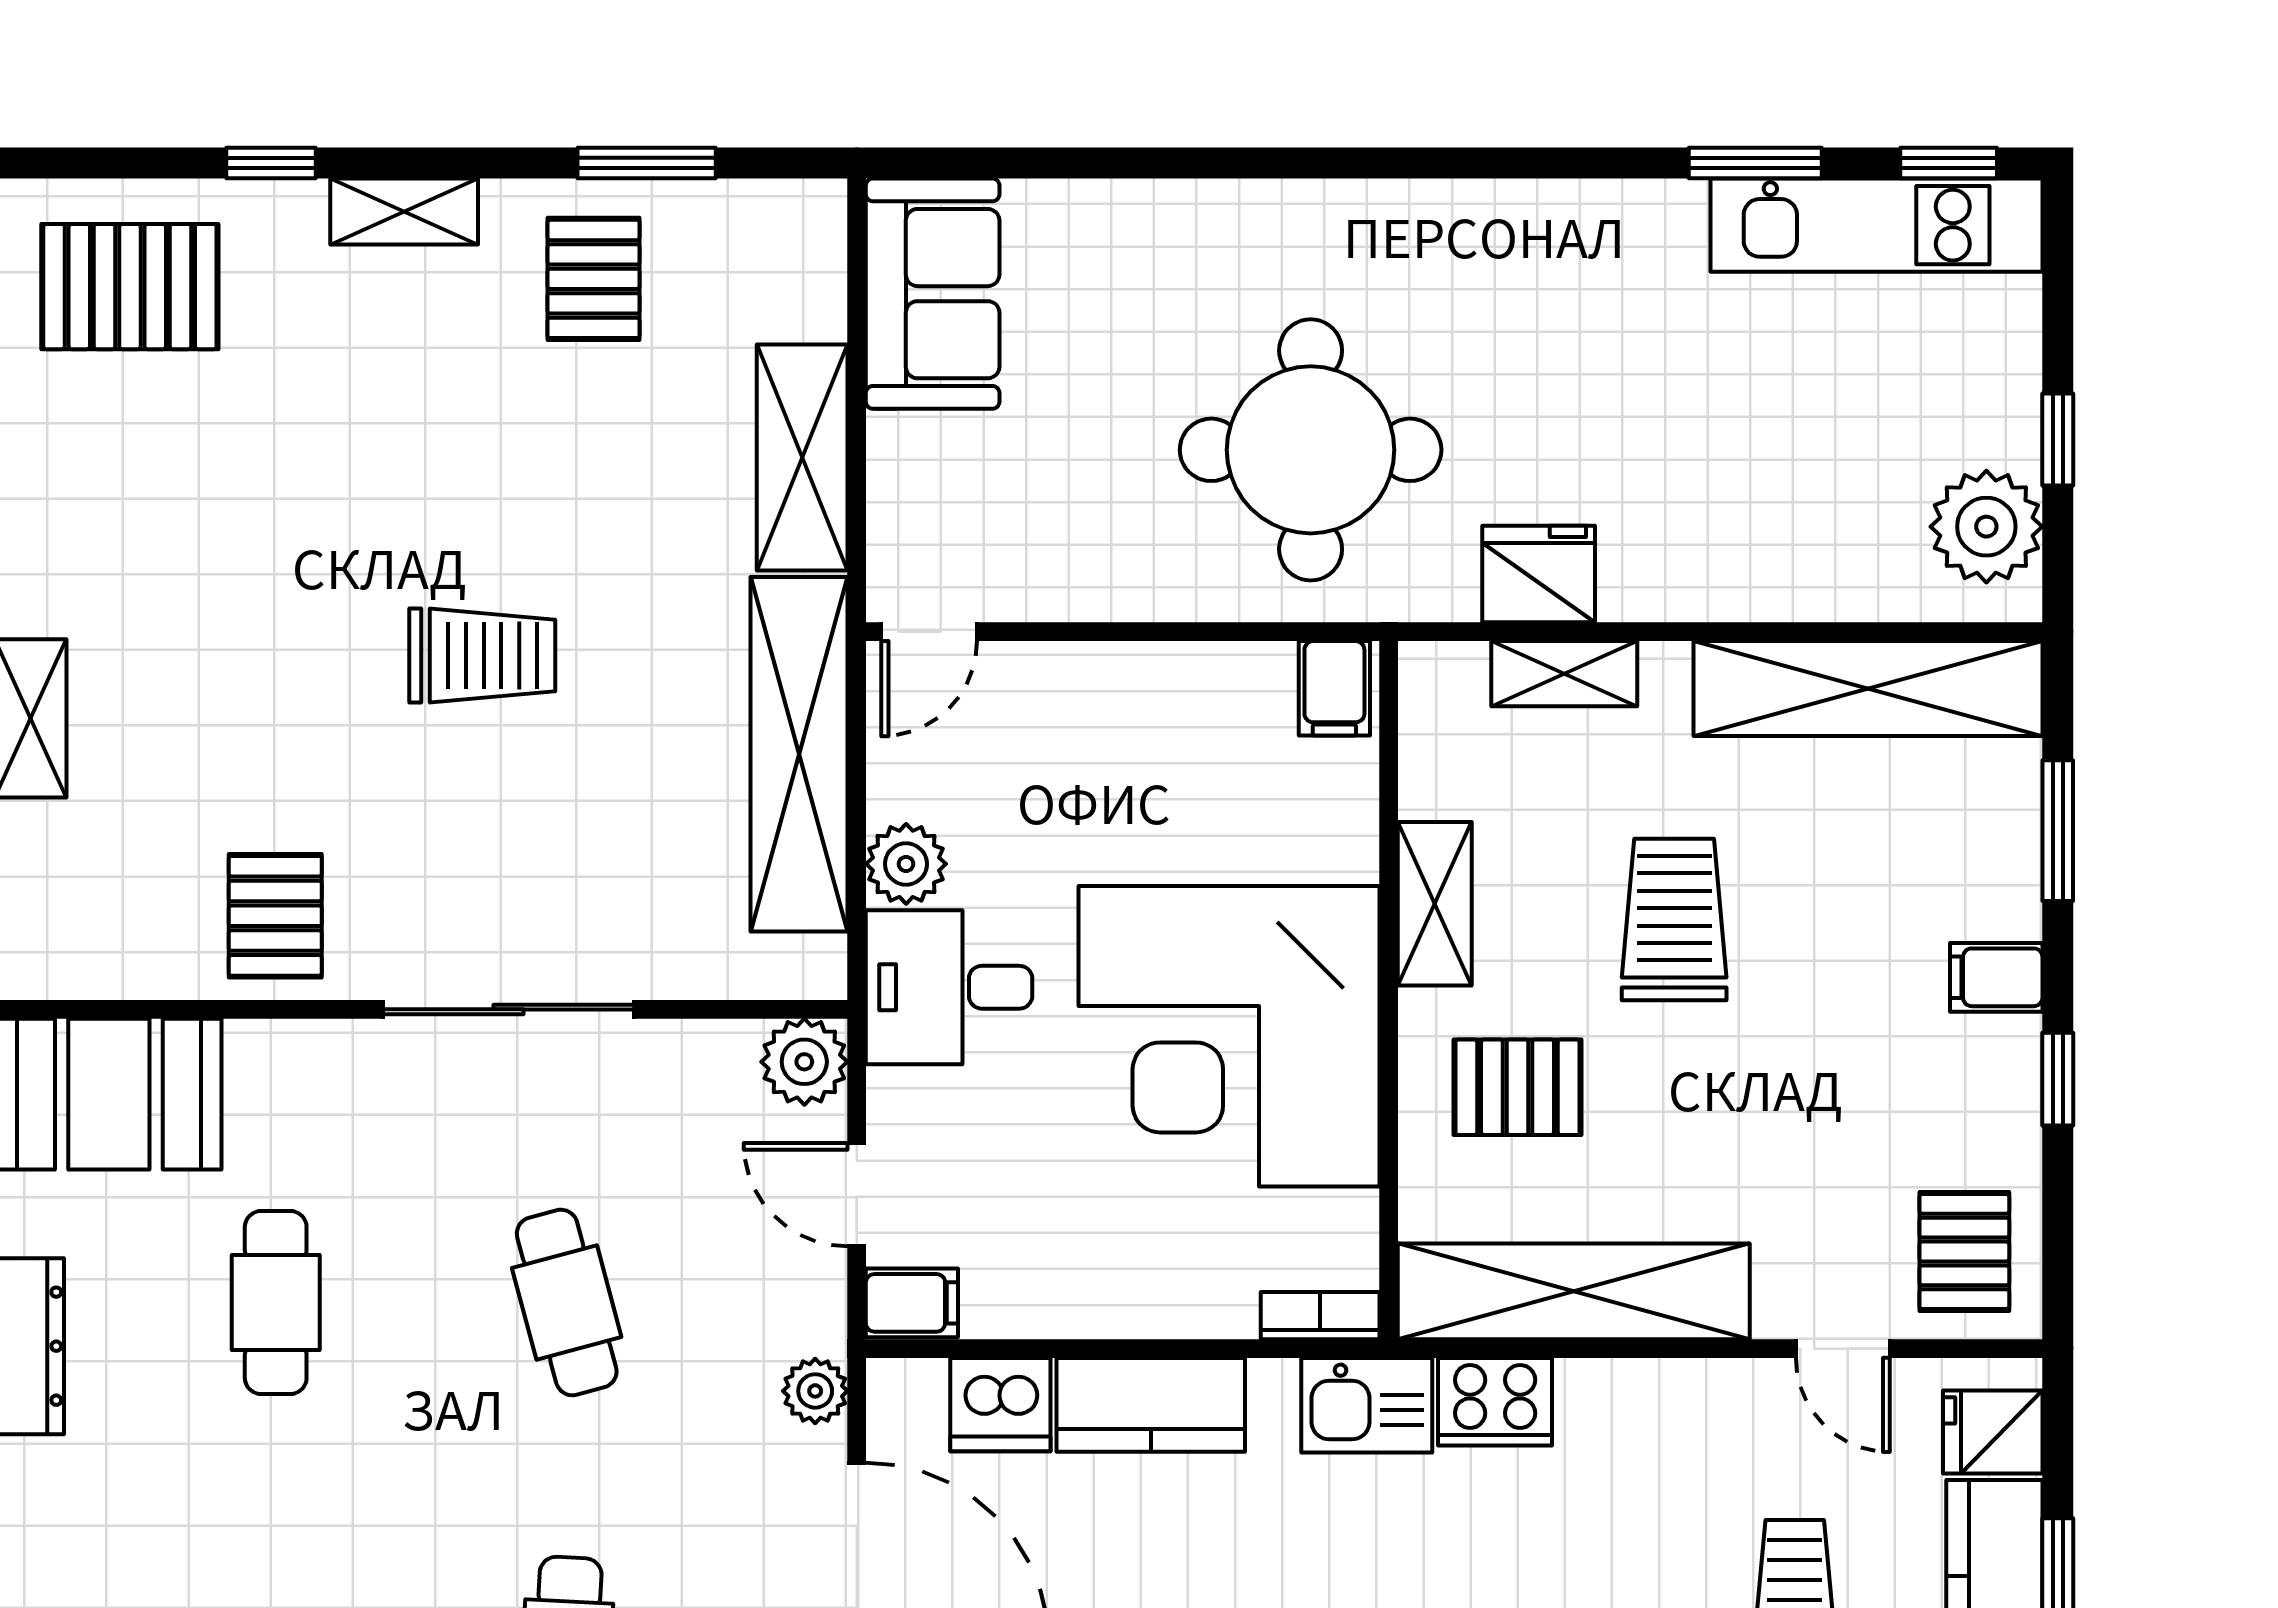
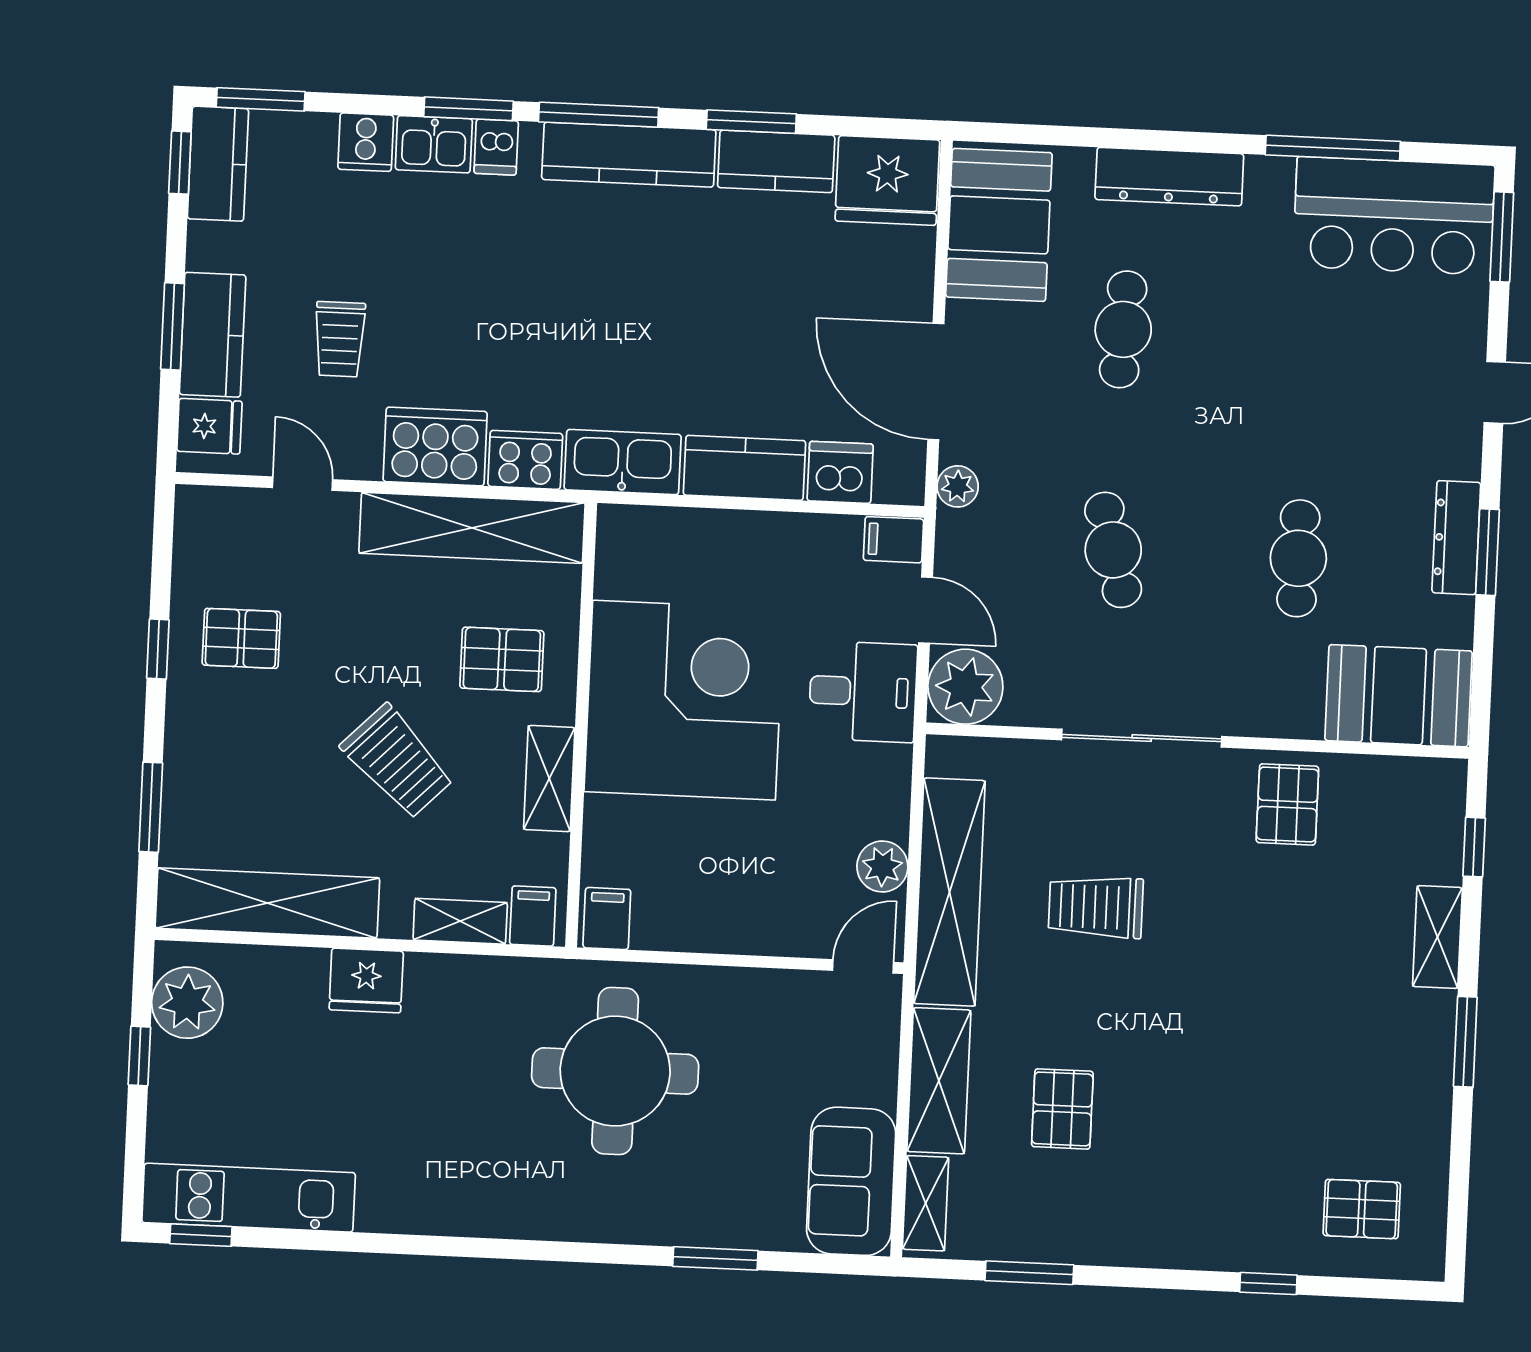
window: (1755, 163) -> (715, 1258), moved
shelving: (404, 212) -> (926, 1203), moved, turned 90
pallet: (594, 279) -> (1062, 1109), moved
pallet: (130, 287) -> (1362, 1209), width x0.67, depth x0.71
fridge: (1539, 574) -> (366, 981), moved
trolley: (482, 655) -> (1096, 907), moved
plant: (906, 864) -> (882, 867), moved
trolley: (1674, 919) -> (397, 762), turned -45
filing cabinet: (1996, 977) -> (533, 916), moved, turned -90
desk: (949, 987) -> (863, 692), moved
plant: (804, 1062) -> (965, 687), width x1.36, depth x1.36
pallet: (1964, 1251) -> (241, 638), moved, turned 90
bookcase: (1320, 1316) -> (634, 520), removed
kitchen sink: (1367, 1405) -> (623, 462), width x1.38
cooker: (1637, 1416) -> (435, 447), added

